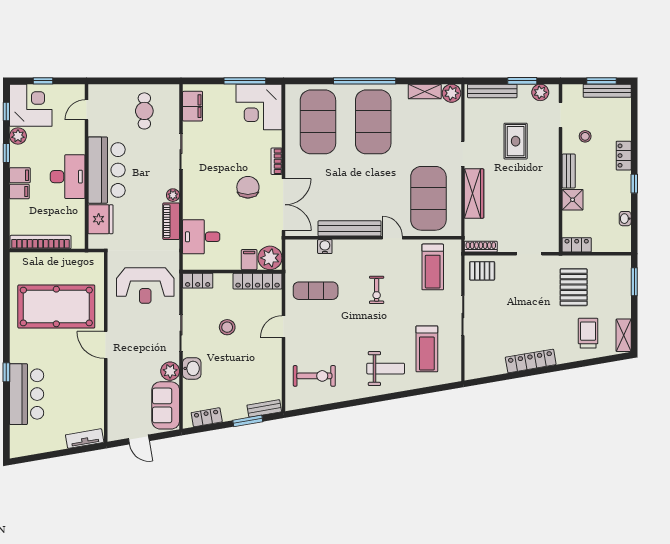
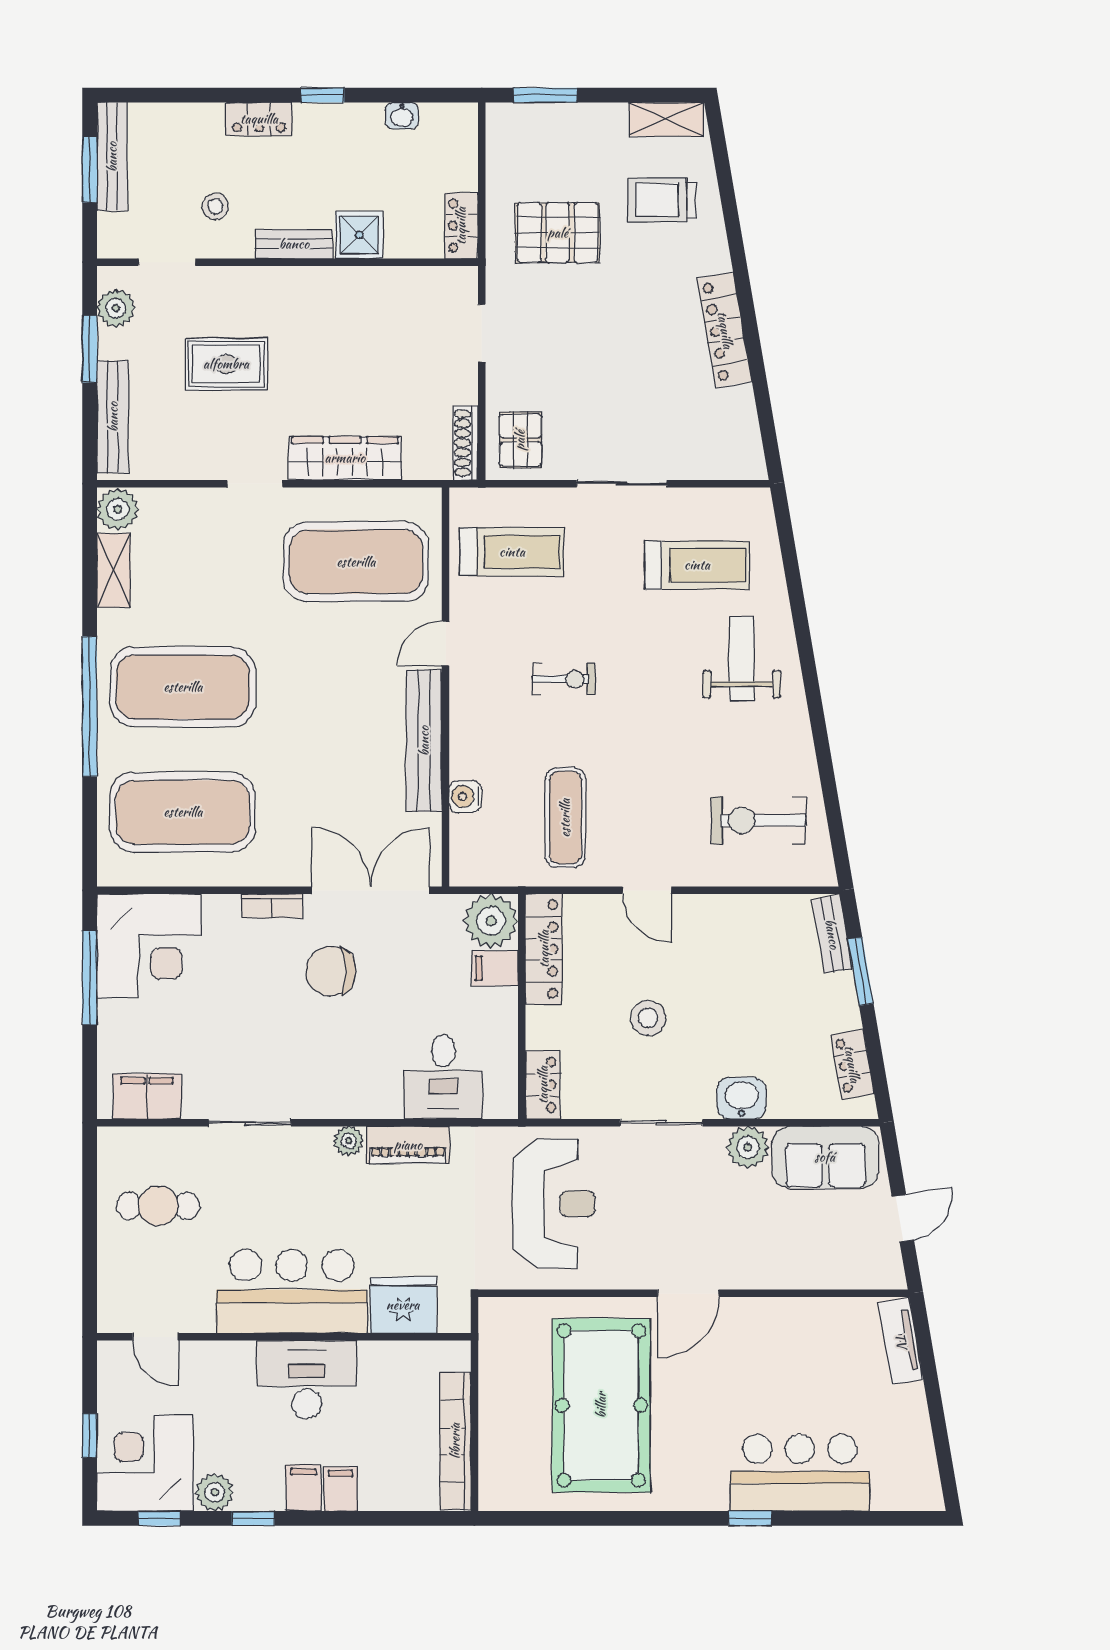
exercise bike: (314, 376) -> (759, 820), turned -90

